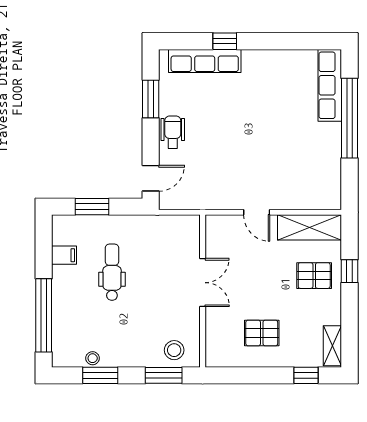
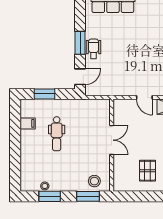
window: (151, 99) -> (80, 43), moved
dental chair: (112, 272) -> (57, 134), turned 180
window: (44, 315) -> (15, 160), removed
pallet: (262, 333) -> (148, 171), turned 90

